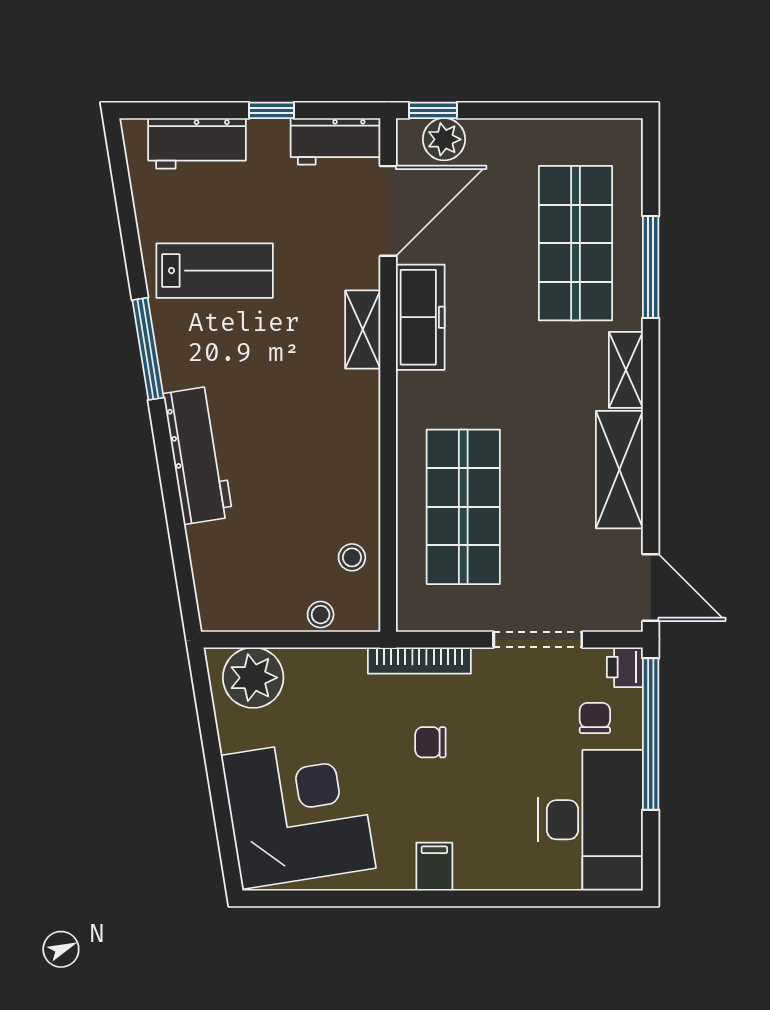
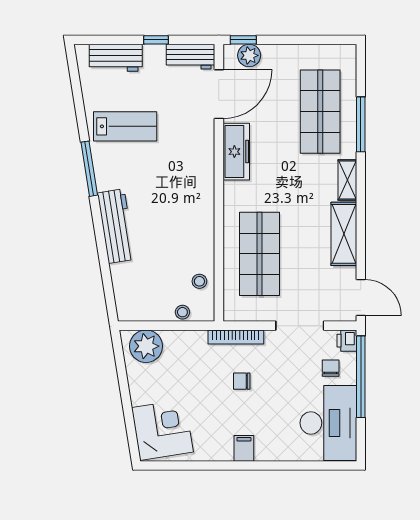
shelving: (363, 330) -> (205, 158), removed
corner desk: (298, 812) -> (162, 430), width x0.74, depth x0.74

